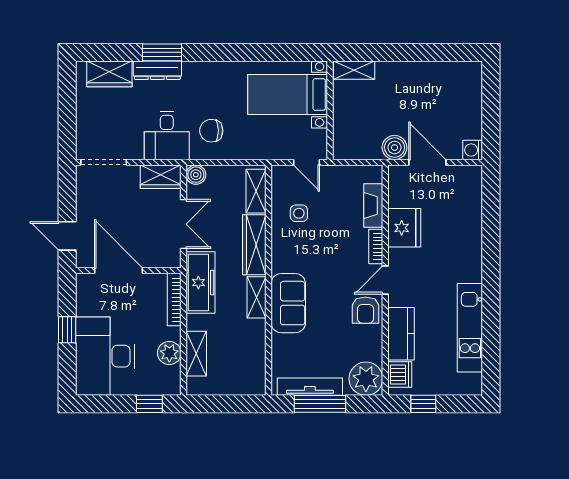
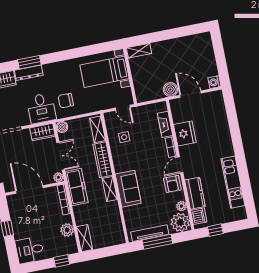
plant: (172, 260) -> (58, 177), added
plant: (374, 351) -> (182, 206), added
shelving: (196, 354) -> (84, 238), moved
desk: (105, 356) -> (30, 250), width x0.53, depth x0.77

